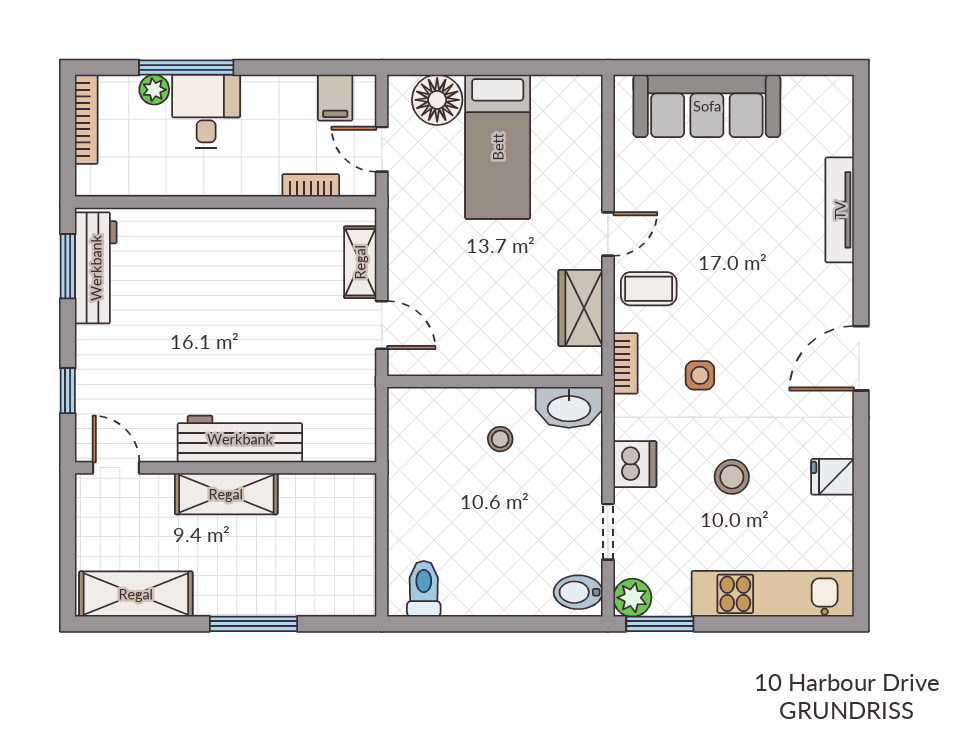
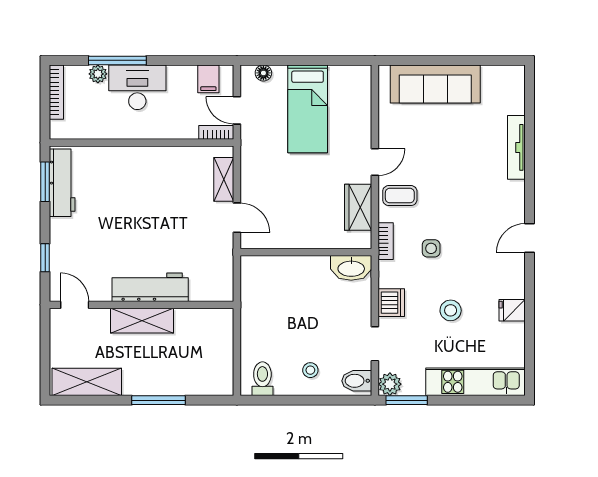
floor lamp: (437, 100) -> (263, 73), width x0.53, depth x0.53
desk: (206, 111) -> (137, 87), width x1.37
bookcase: (311, 185) -> (216, 132), moved
door: (861, 358) -> (529, 238), width x0.73
stool: (500, 439) -> (310, 370), moved

